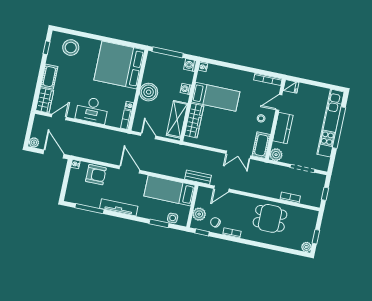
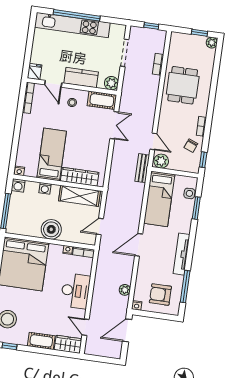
plant: (34, 143) -> (125, 290), moved
armchair: (96, 175) -> (160, 295), moved, turned -90
plant: (199, 214) -> (161, 161), moved

